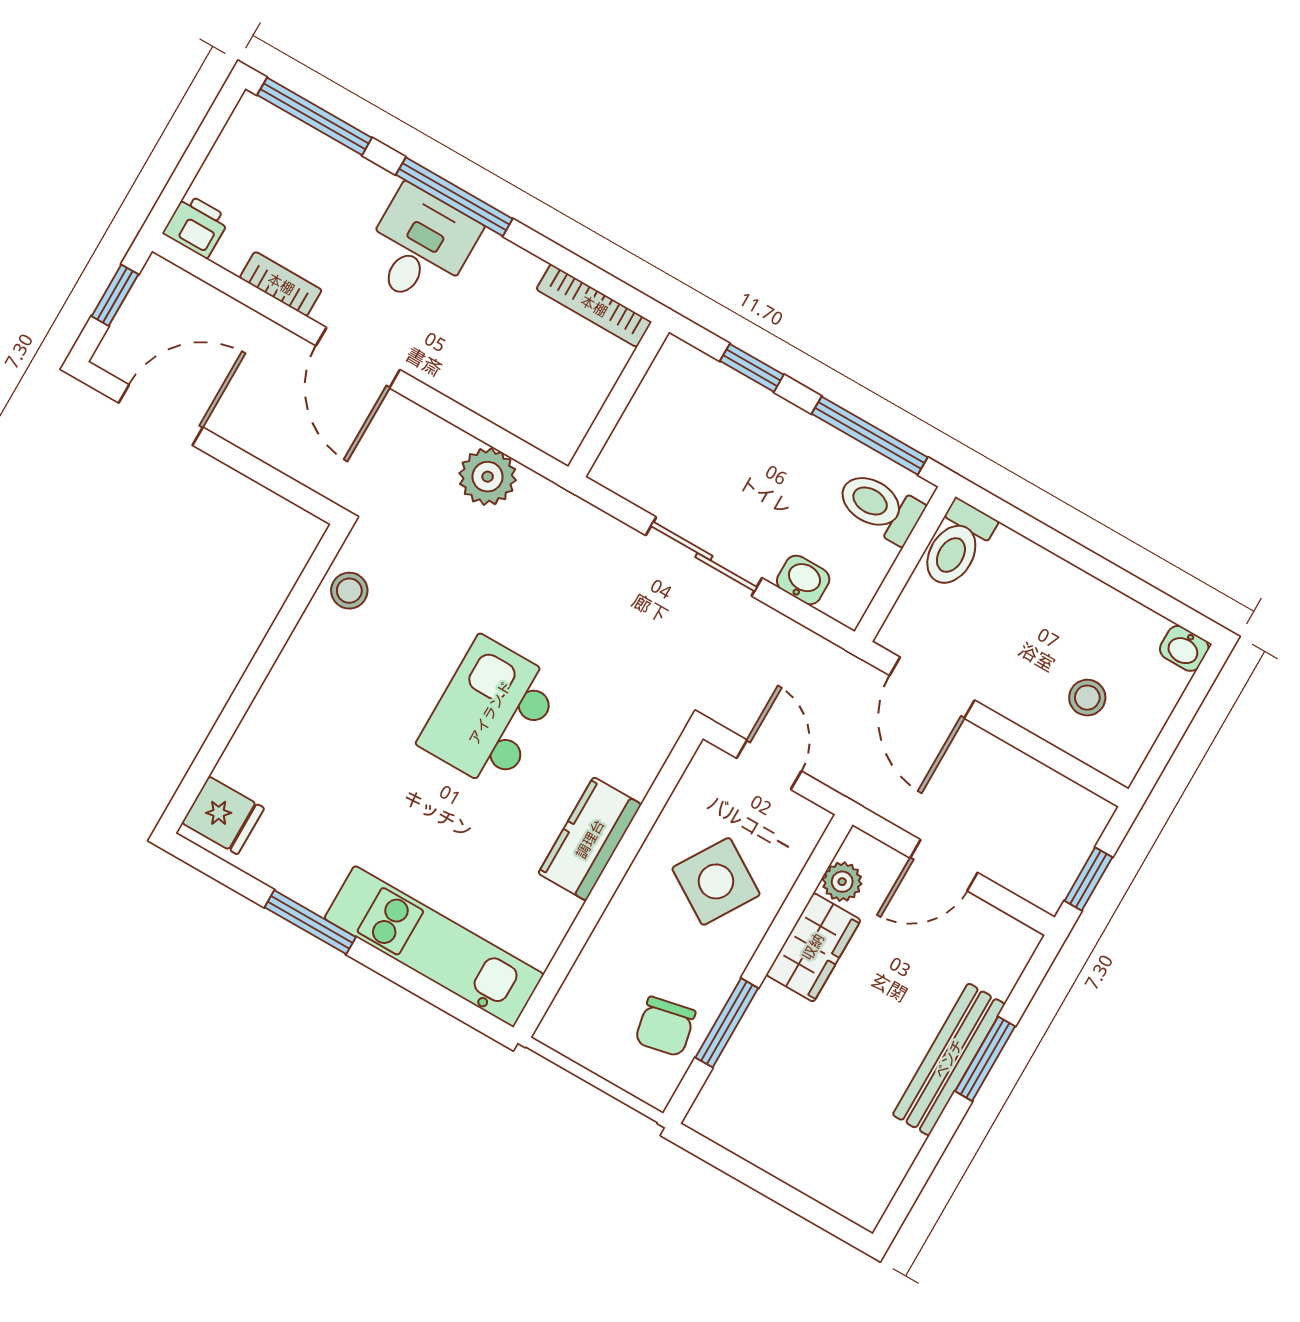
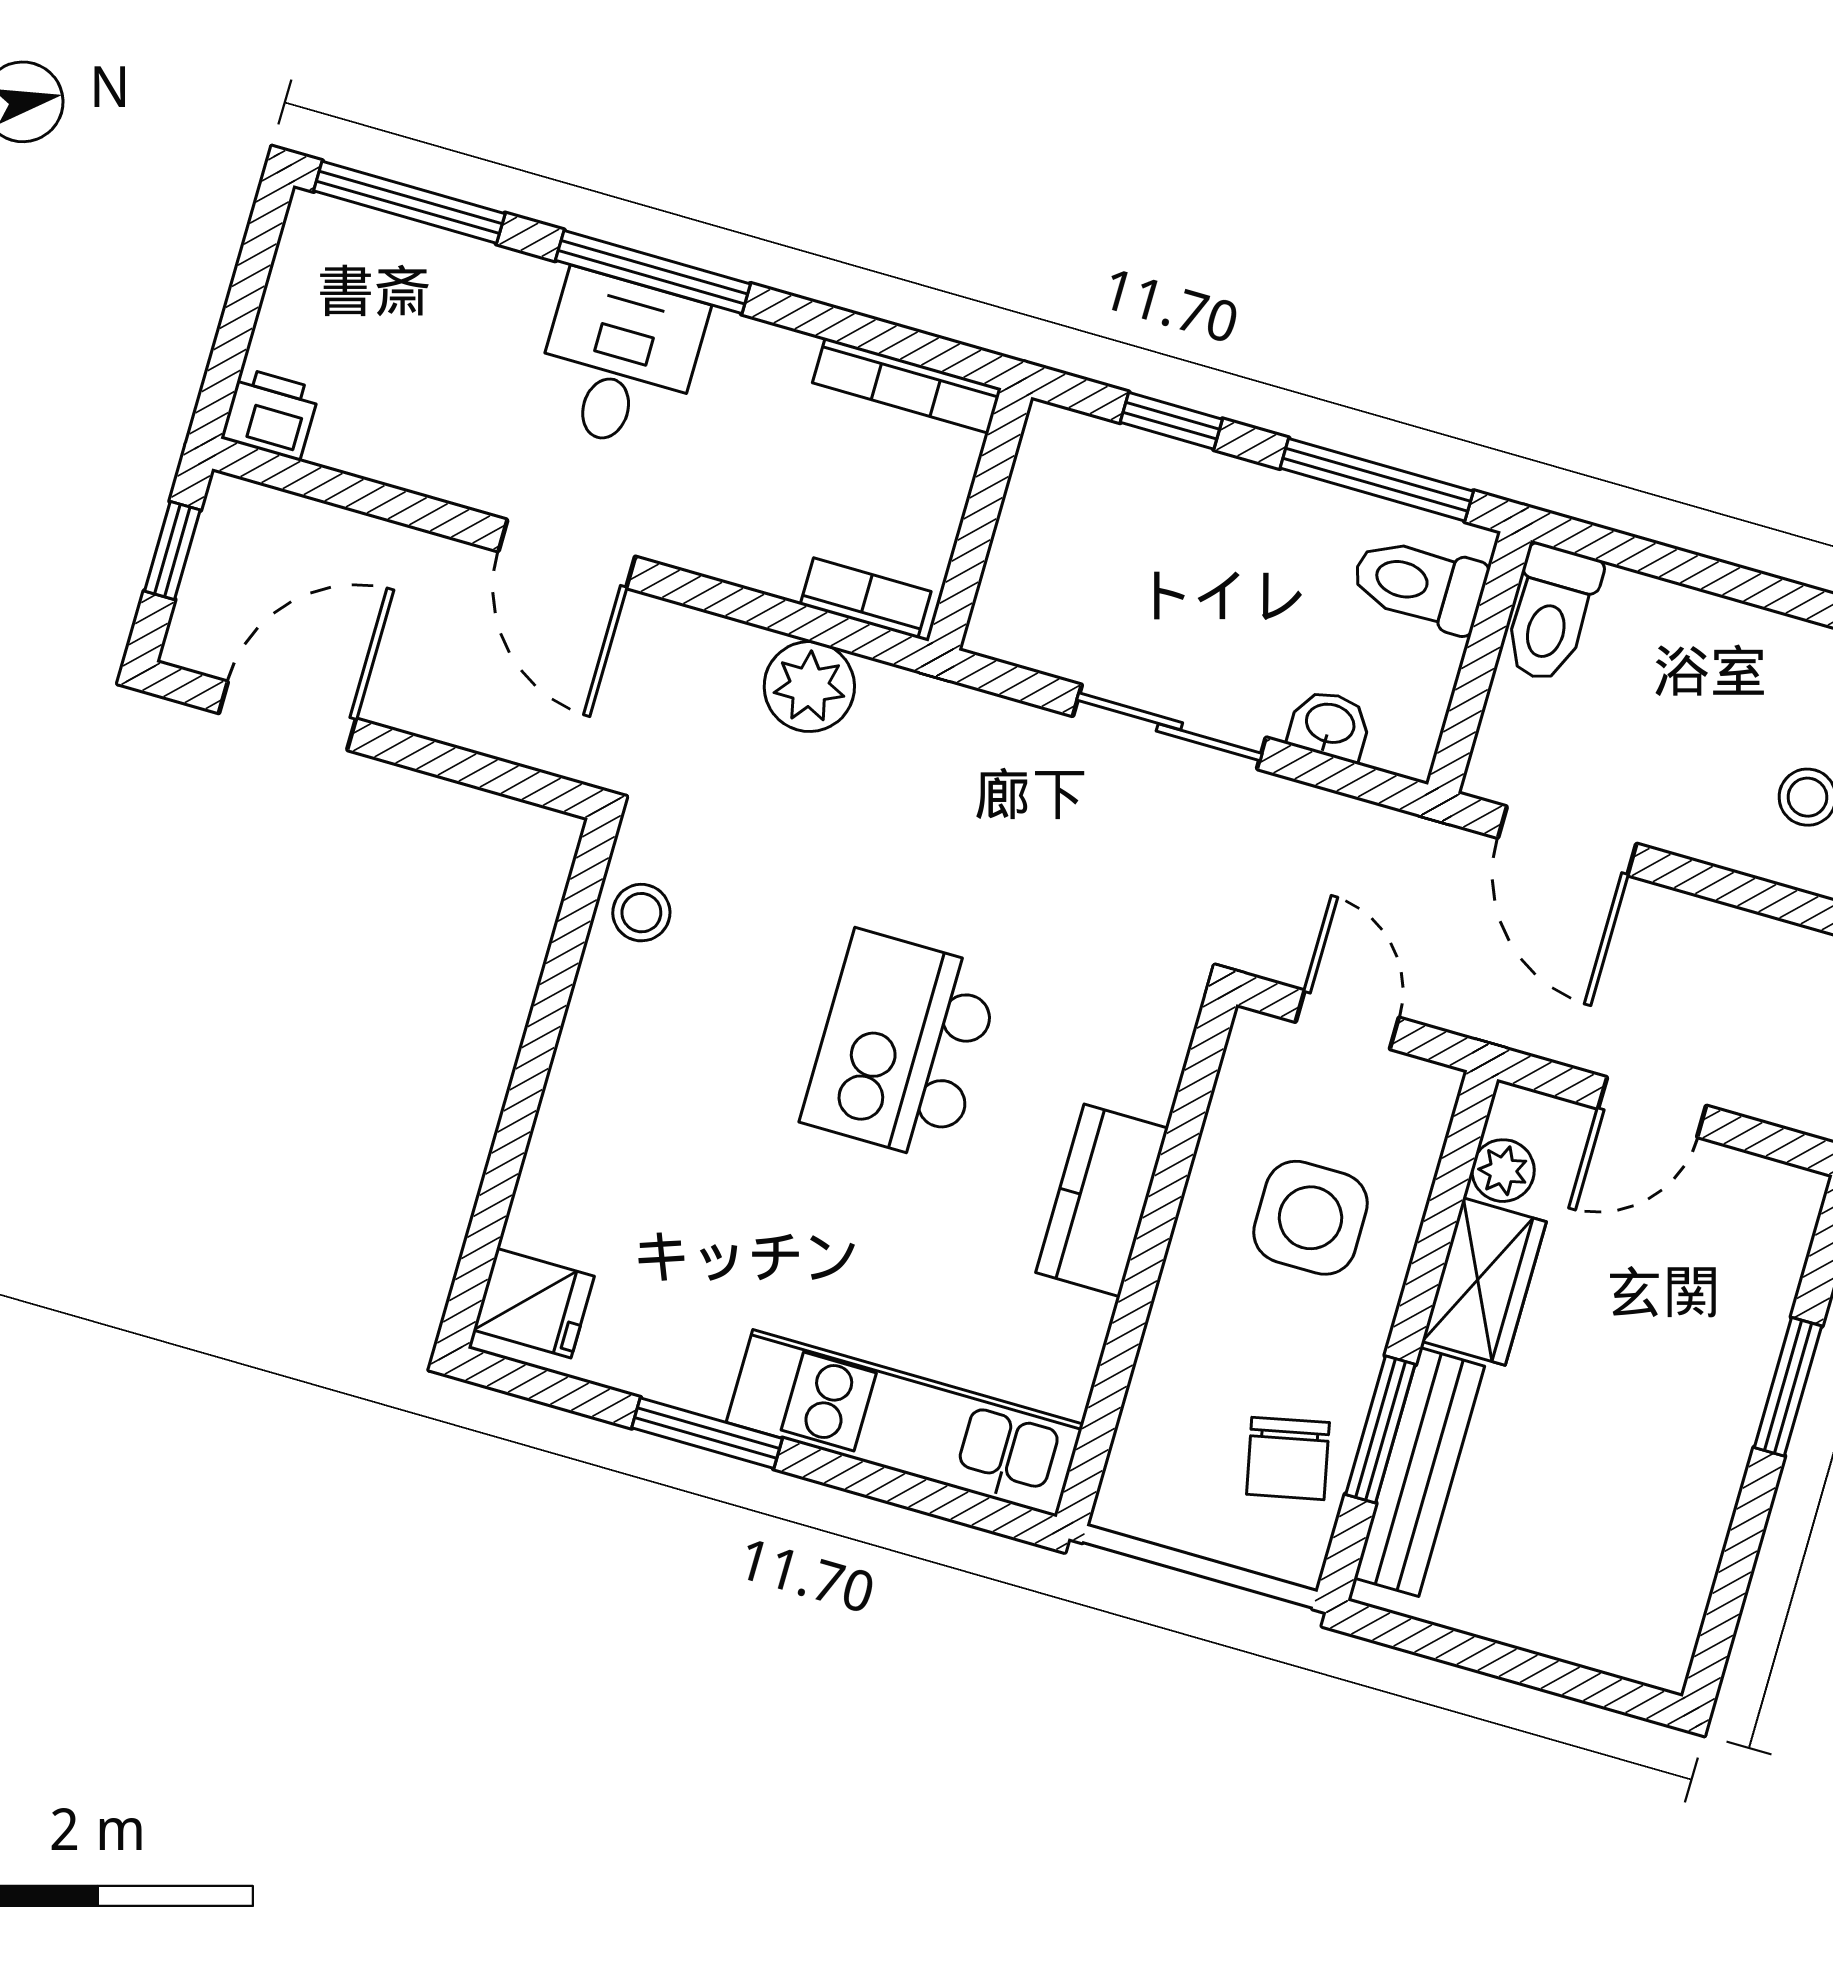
bookcase: (281, 284) -> (866, 598), moved
side table: (716, 881) -> (1311, 1218), turned -32
bench: (949, 1059) -> (1419, 1472), moved

